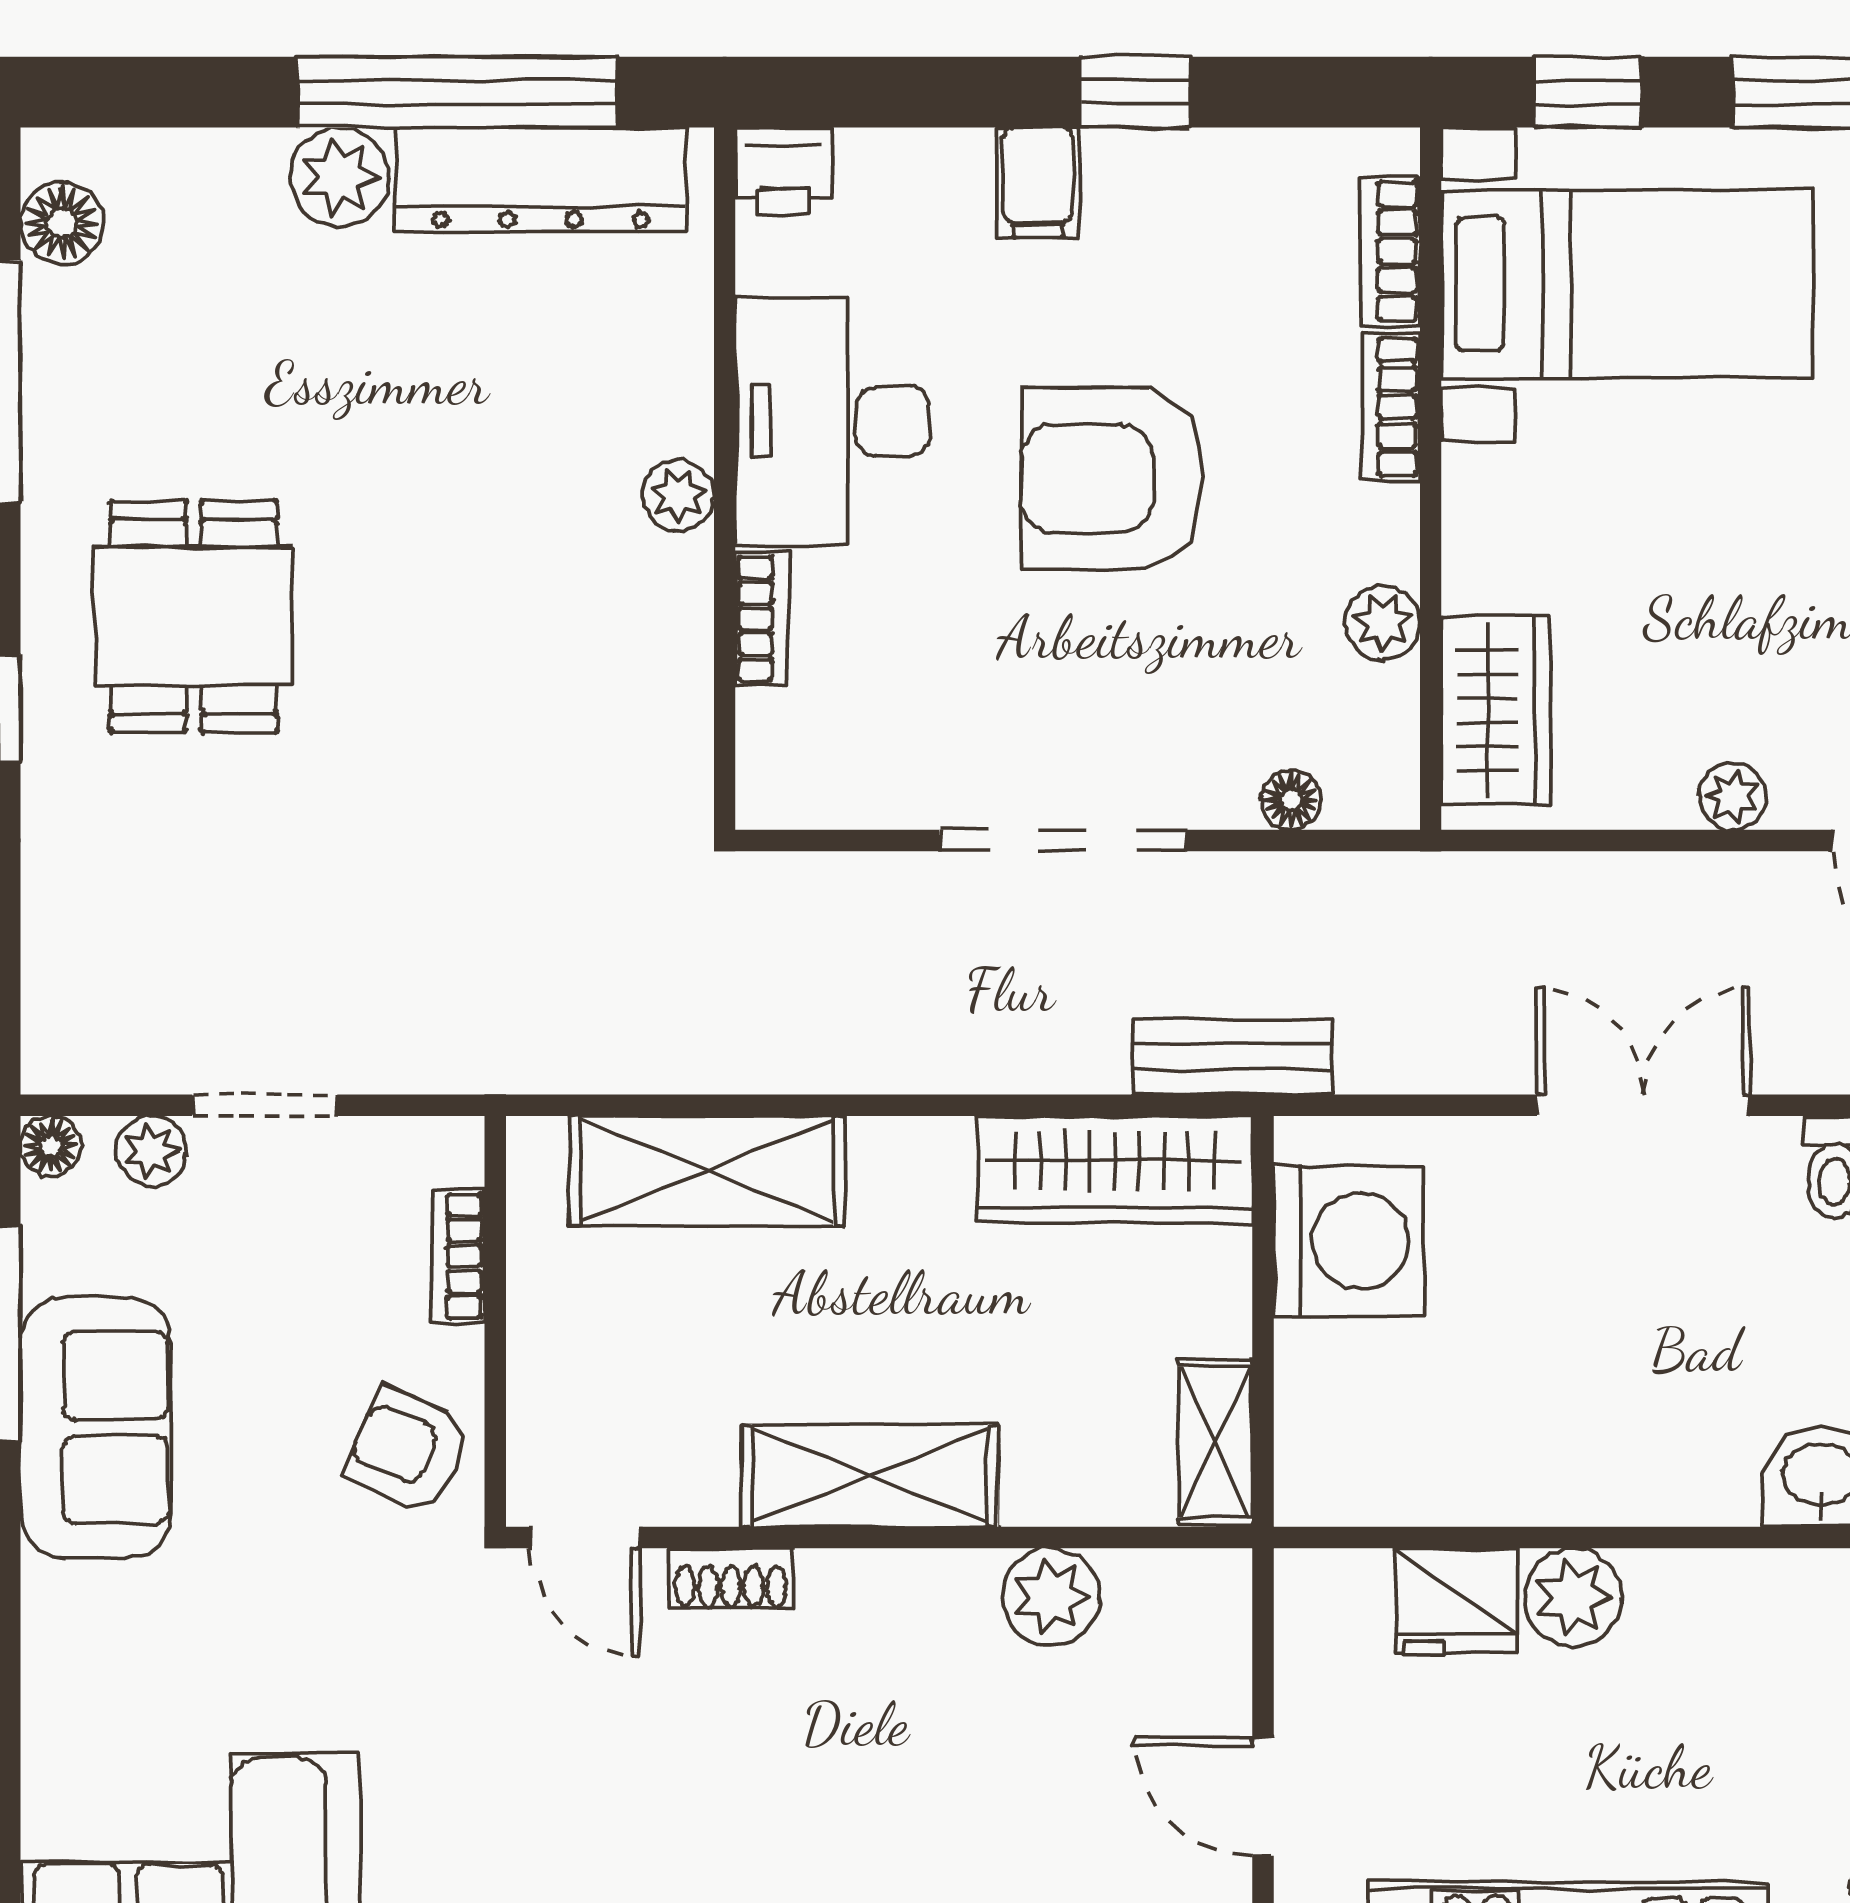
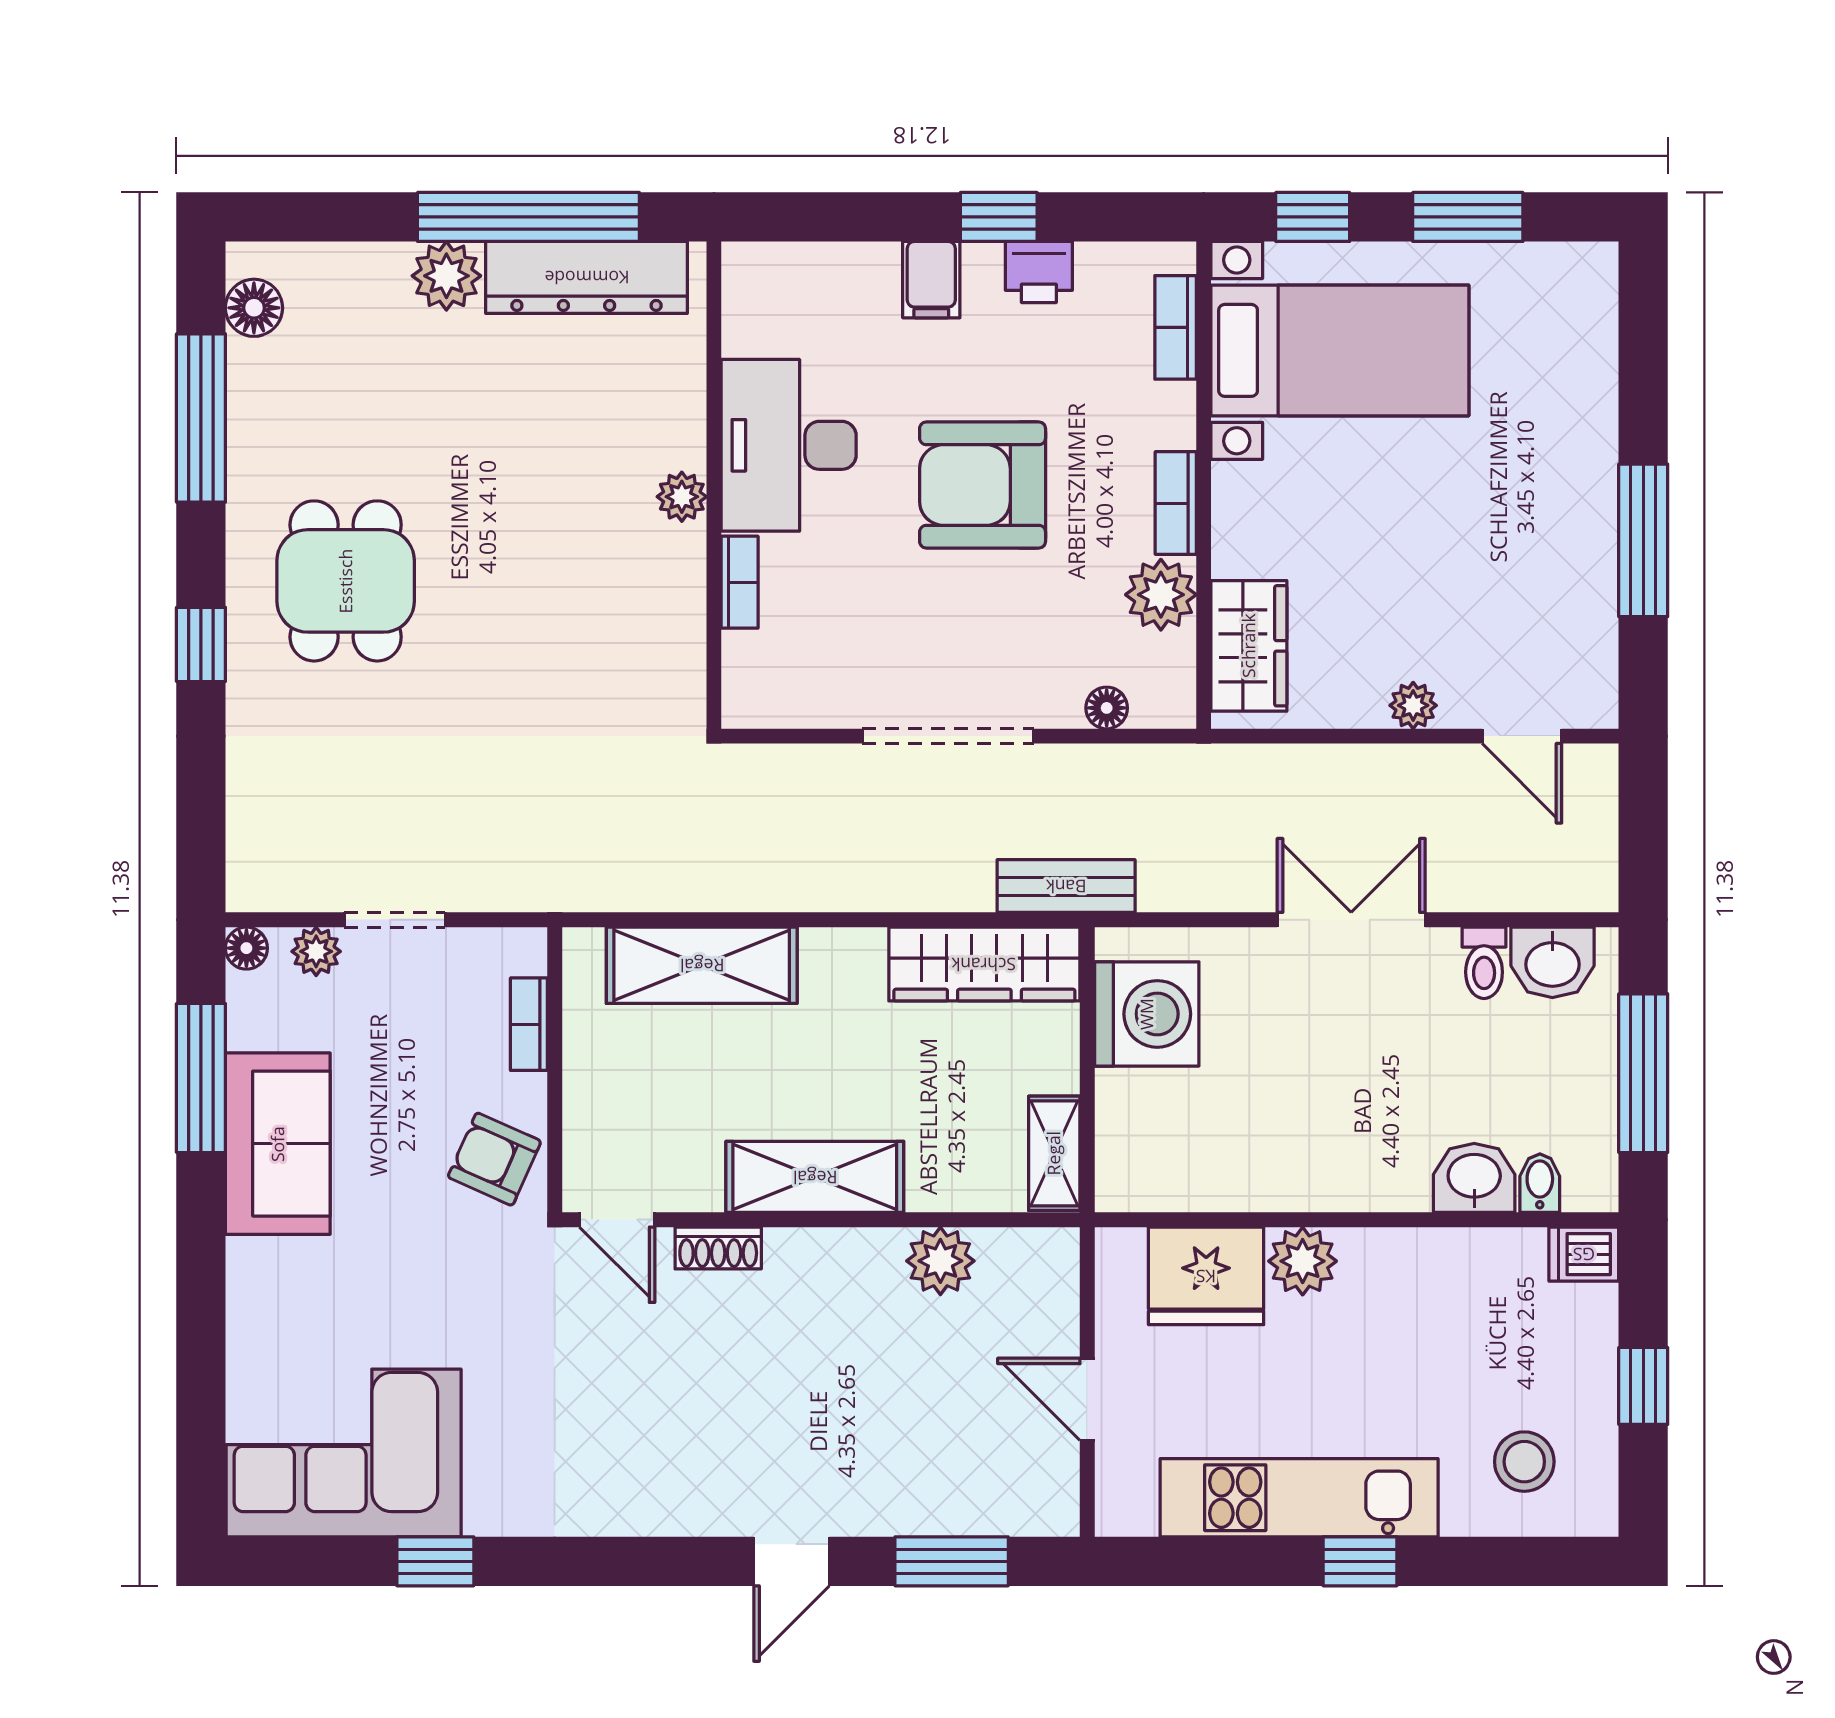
printer: (784, 171) -> (1039, 272), moved
bookcase: (1390, 407) -> (1176, 503), moved
plant: (1383, 623) -> (1161, 595), width x1.38, depth x1.38
fridge: (1456, 1601) -> (1206, 1276), width x1.36, depth x1.34

